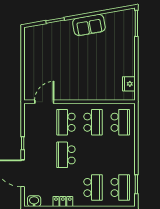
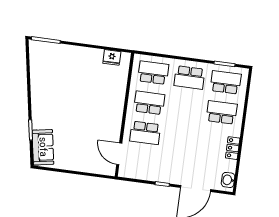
sofa: (89, 25) -> (43, 147), moved
school desk: (66, 155) -> (189, 77), moved

